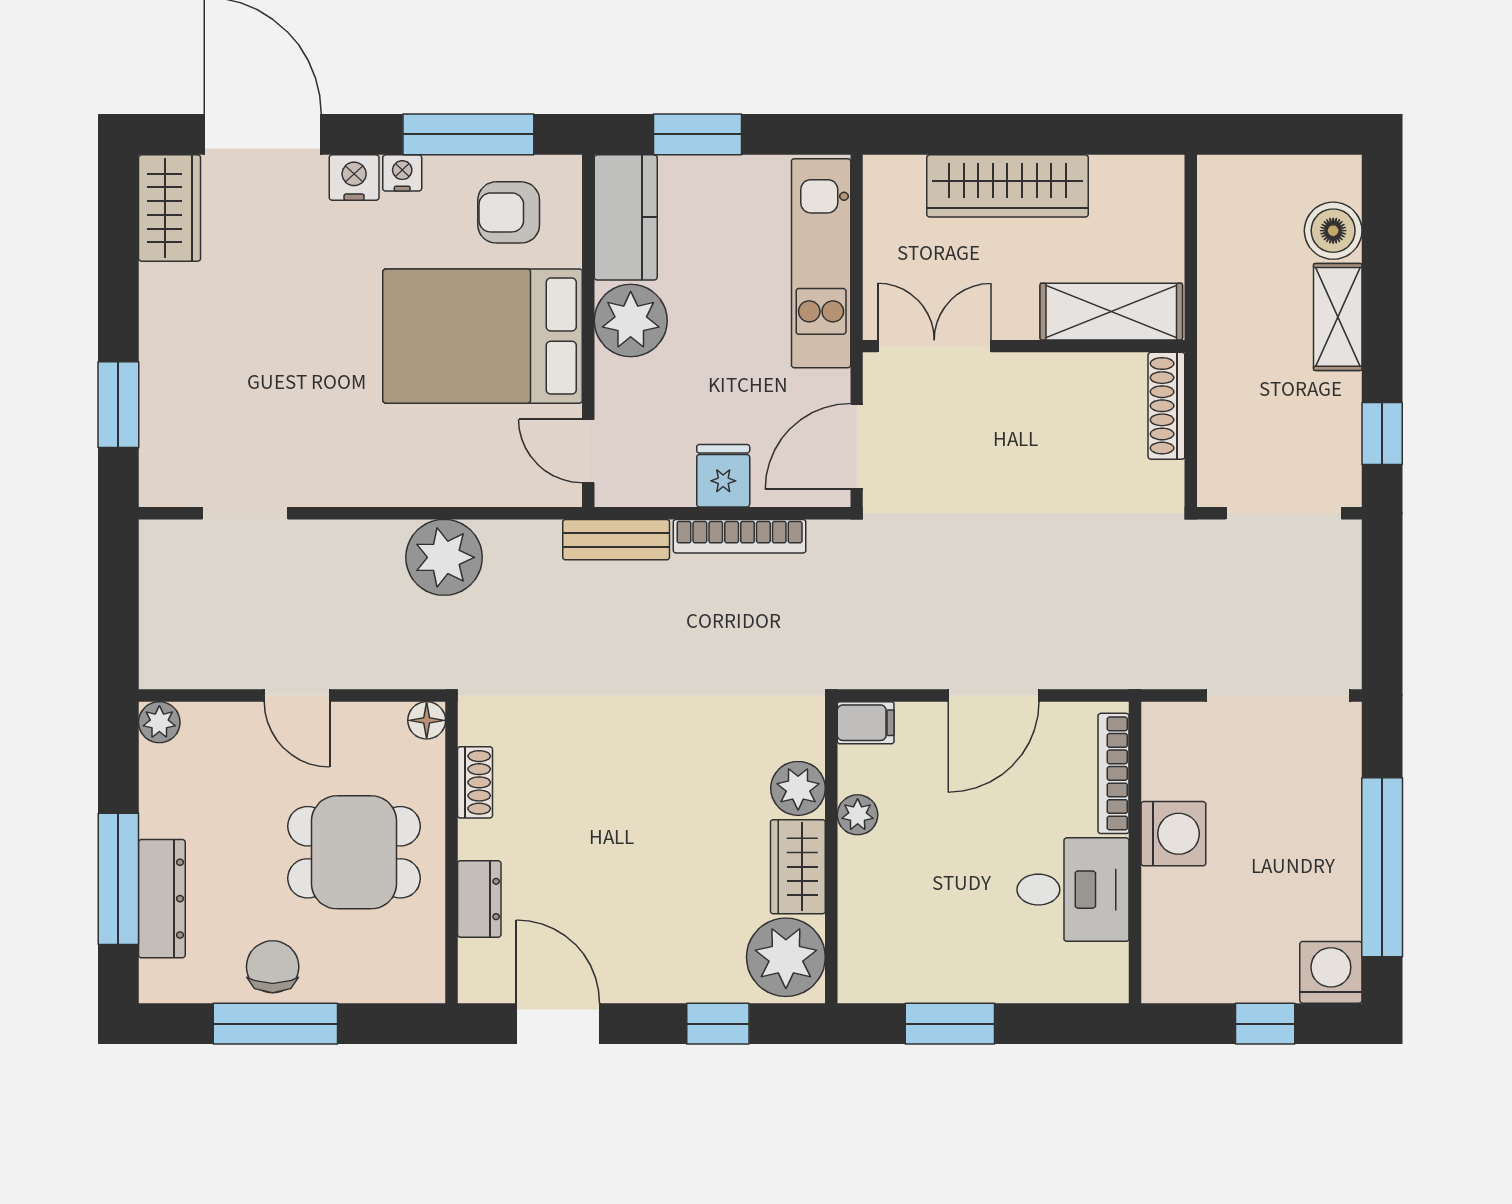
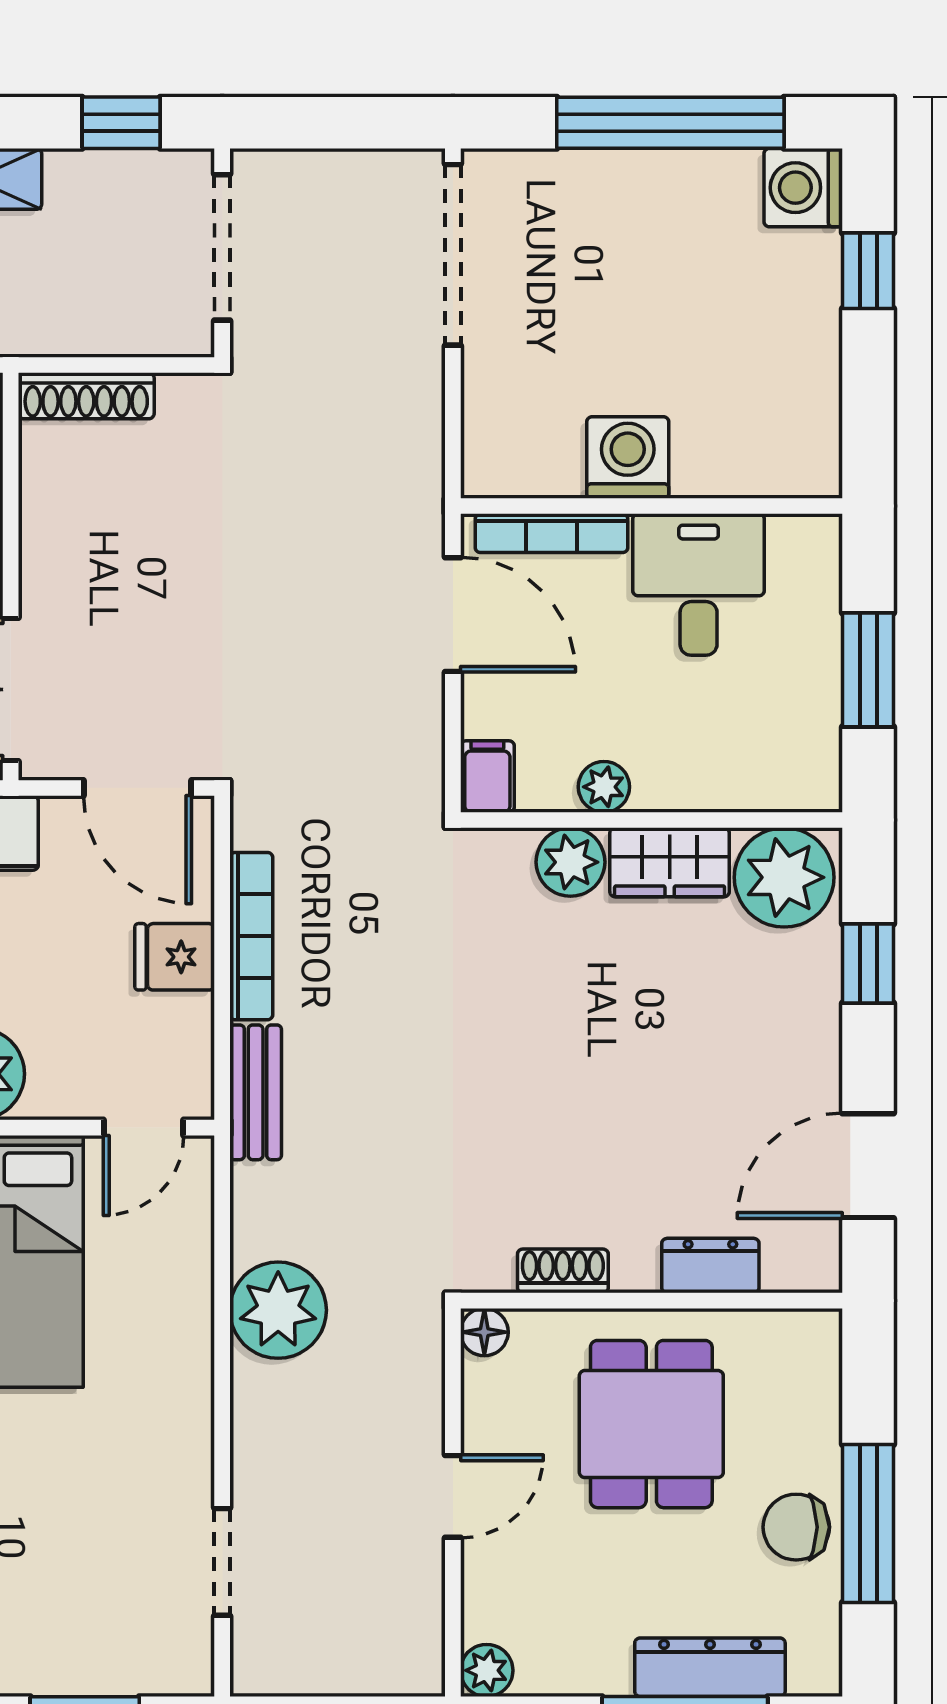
bookcase: (1114, 773) -> (552, 533), moved
washing machine: (1173, 834) -> (628, 457), moved
wall: (1135, 852) -> (651, 506), moved
desk: (1073, 890) -> (699, 585), moved

